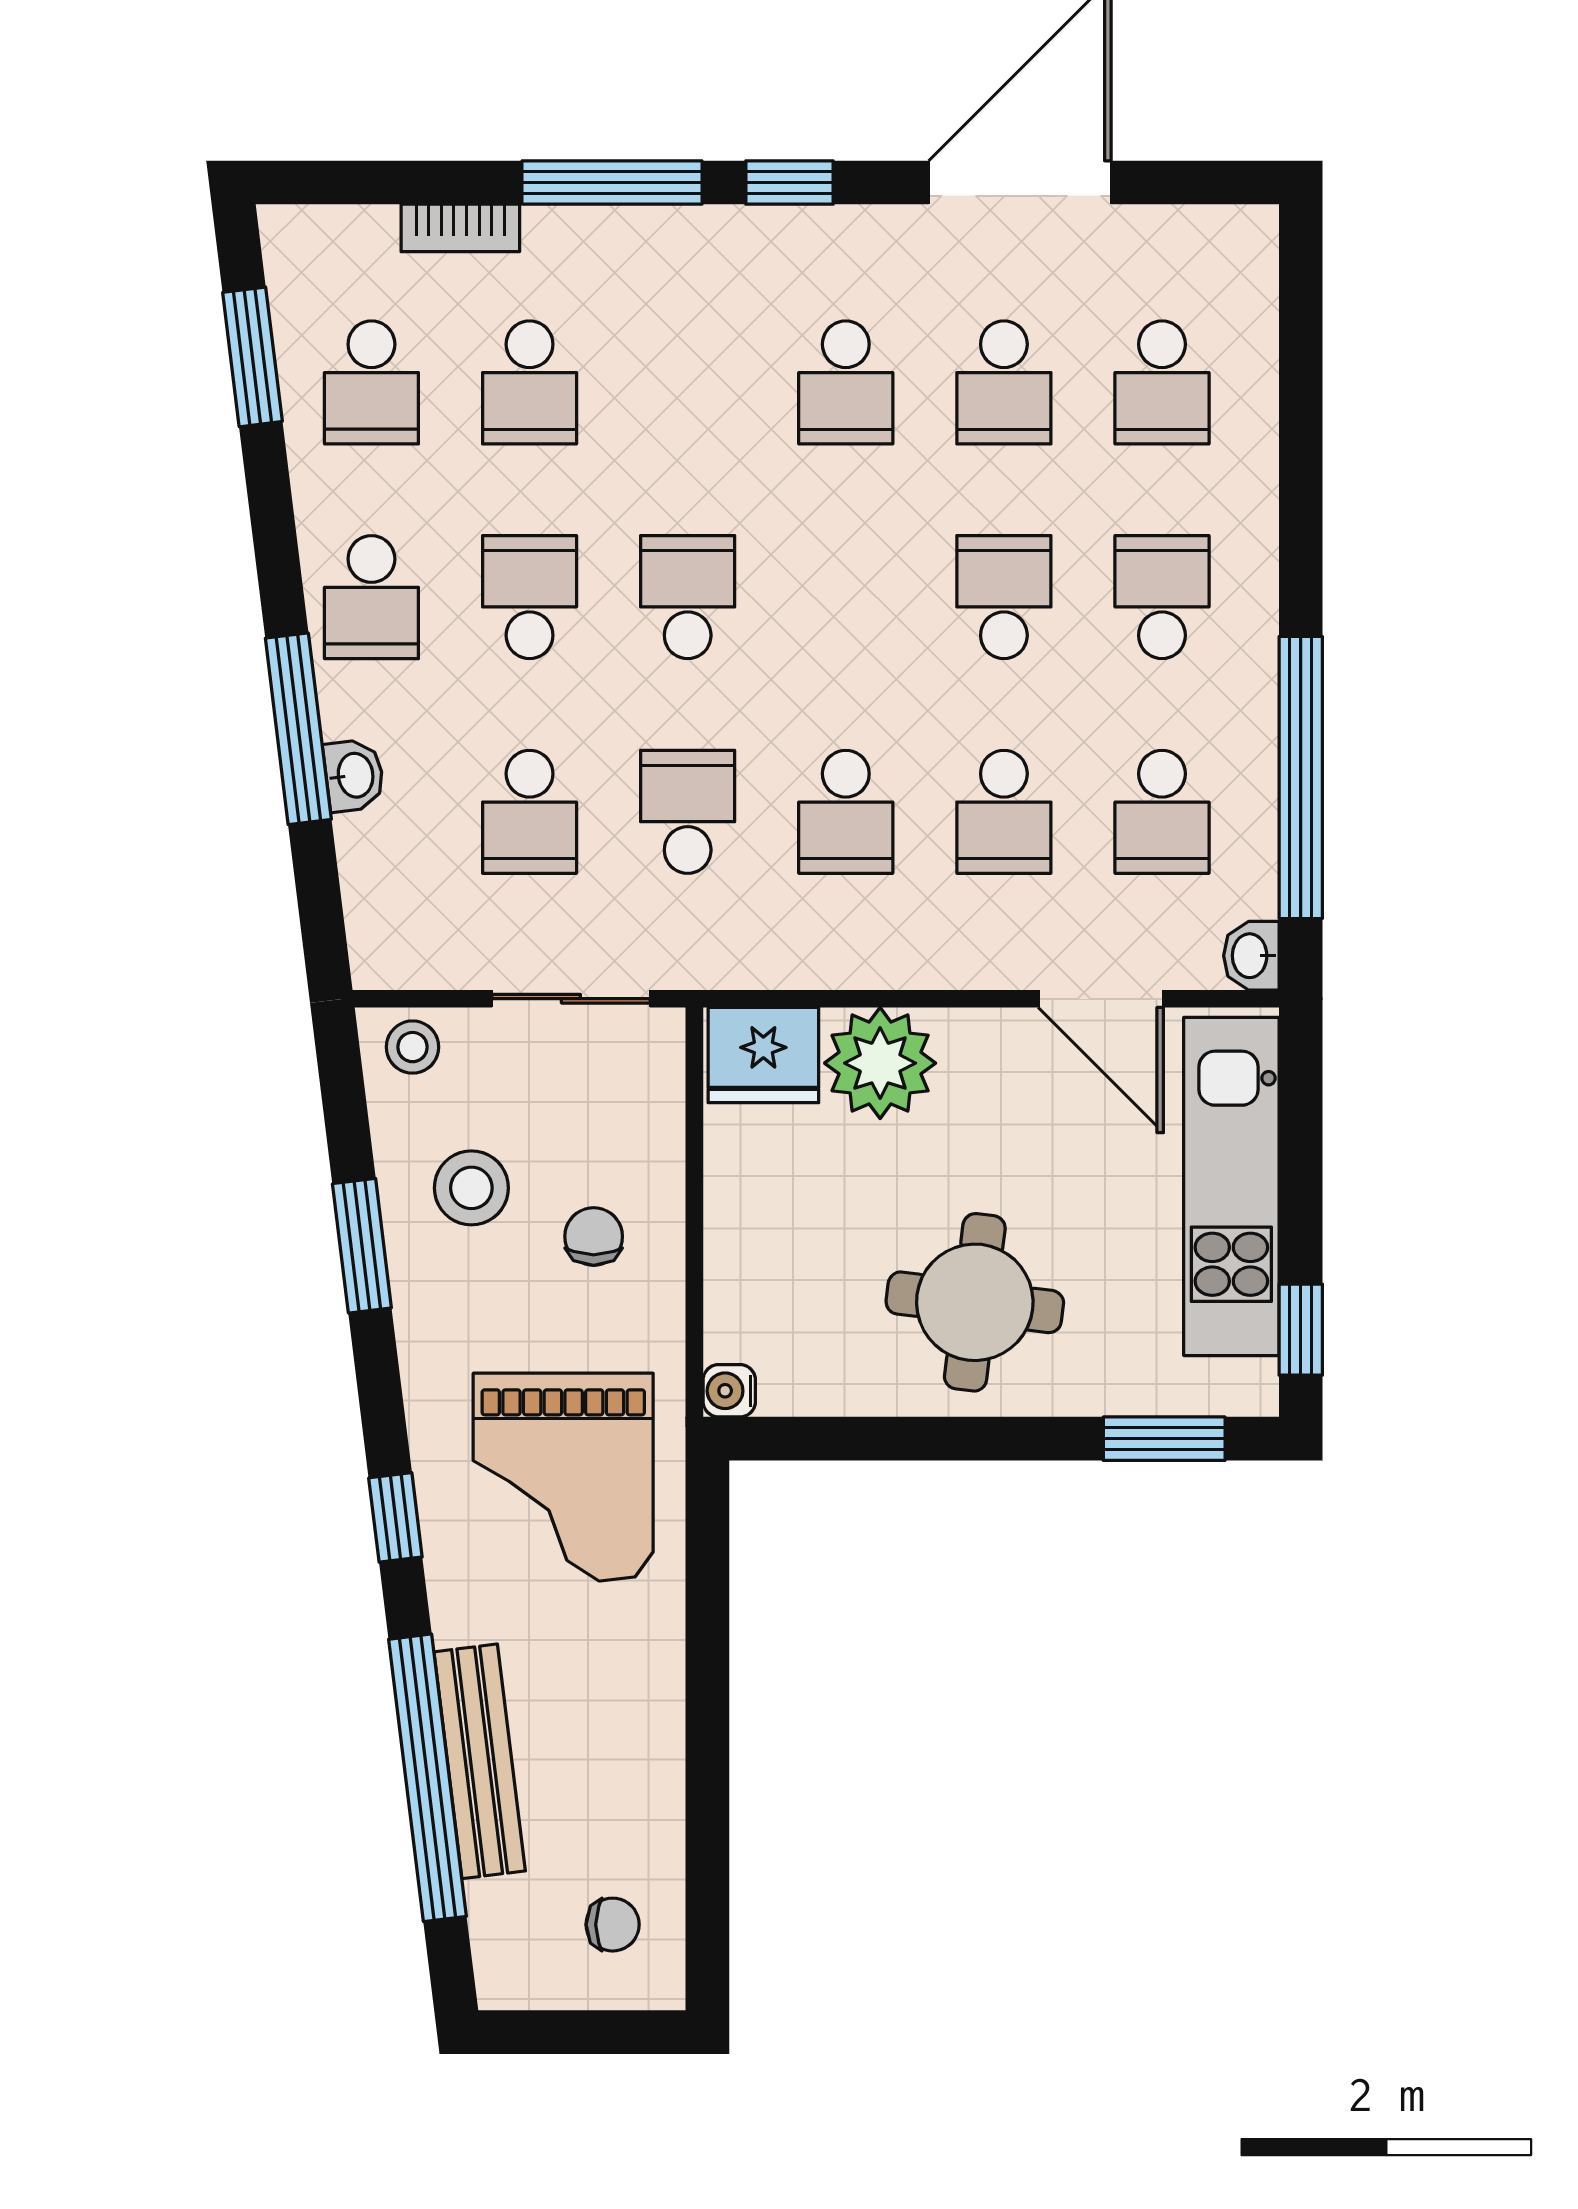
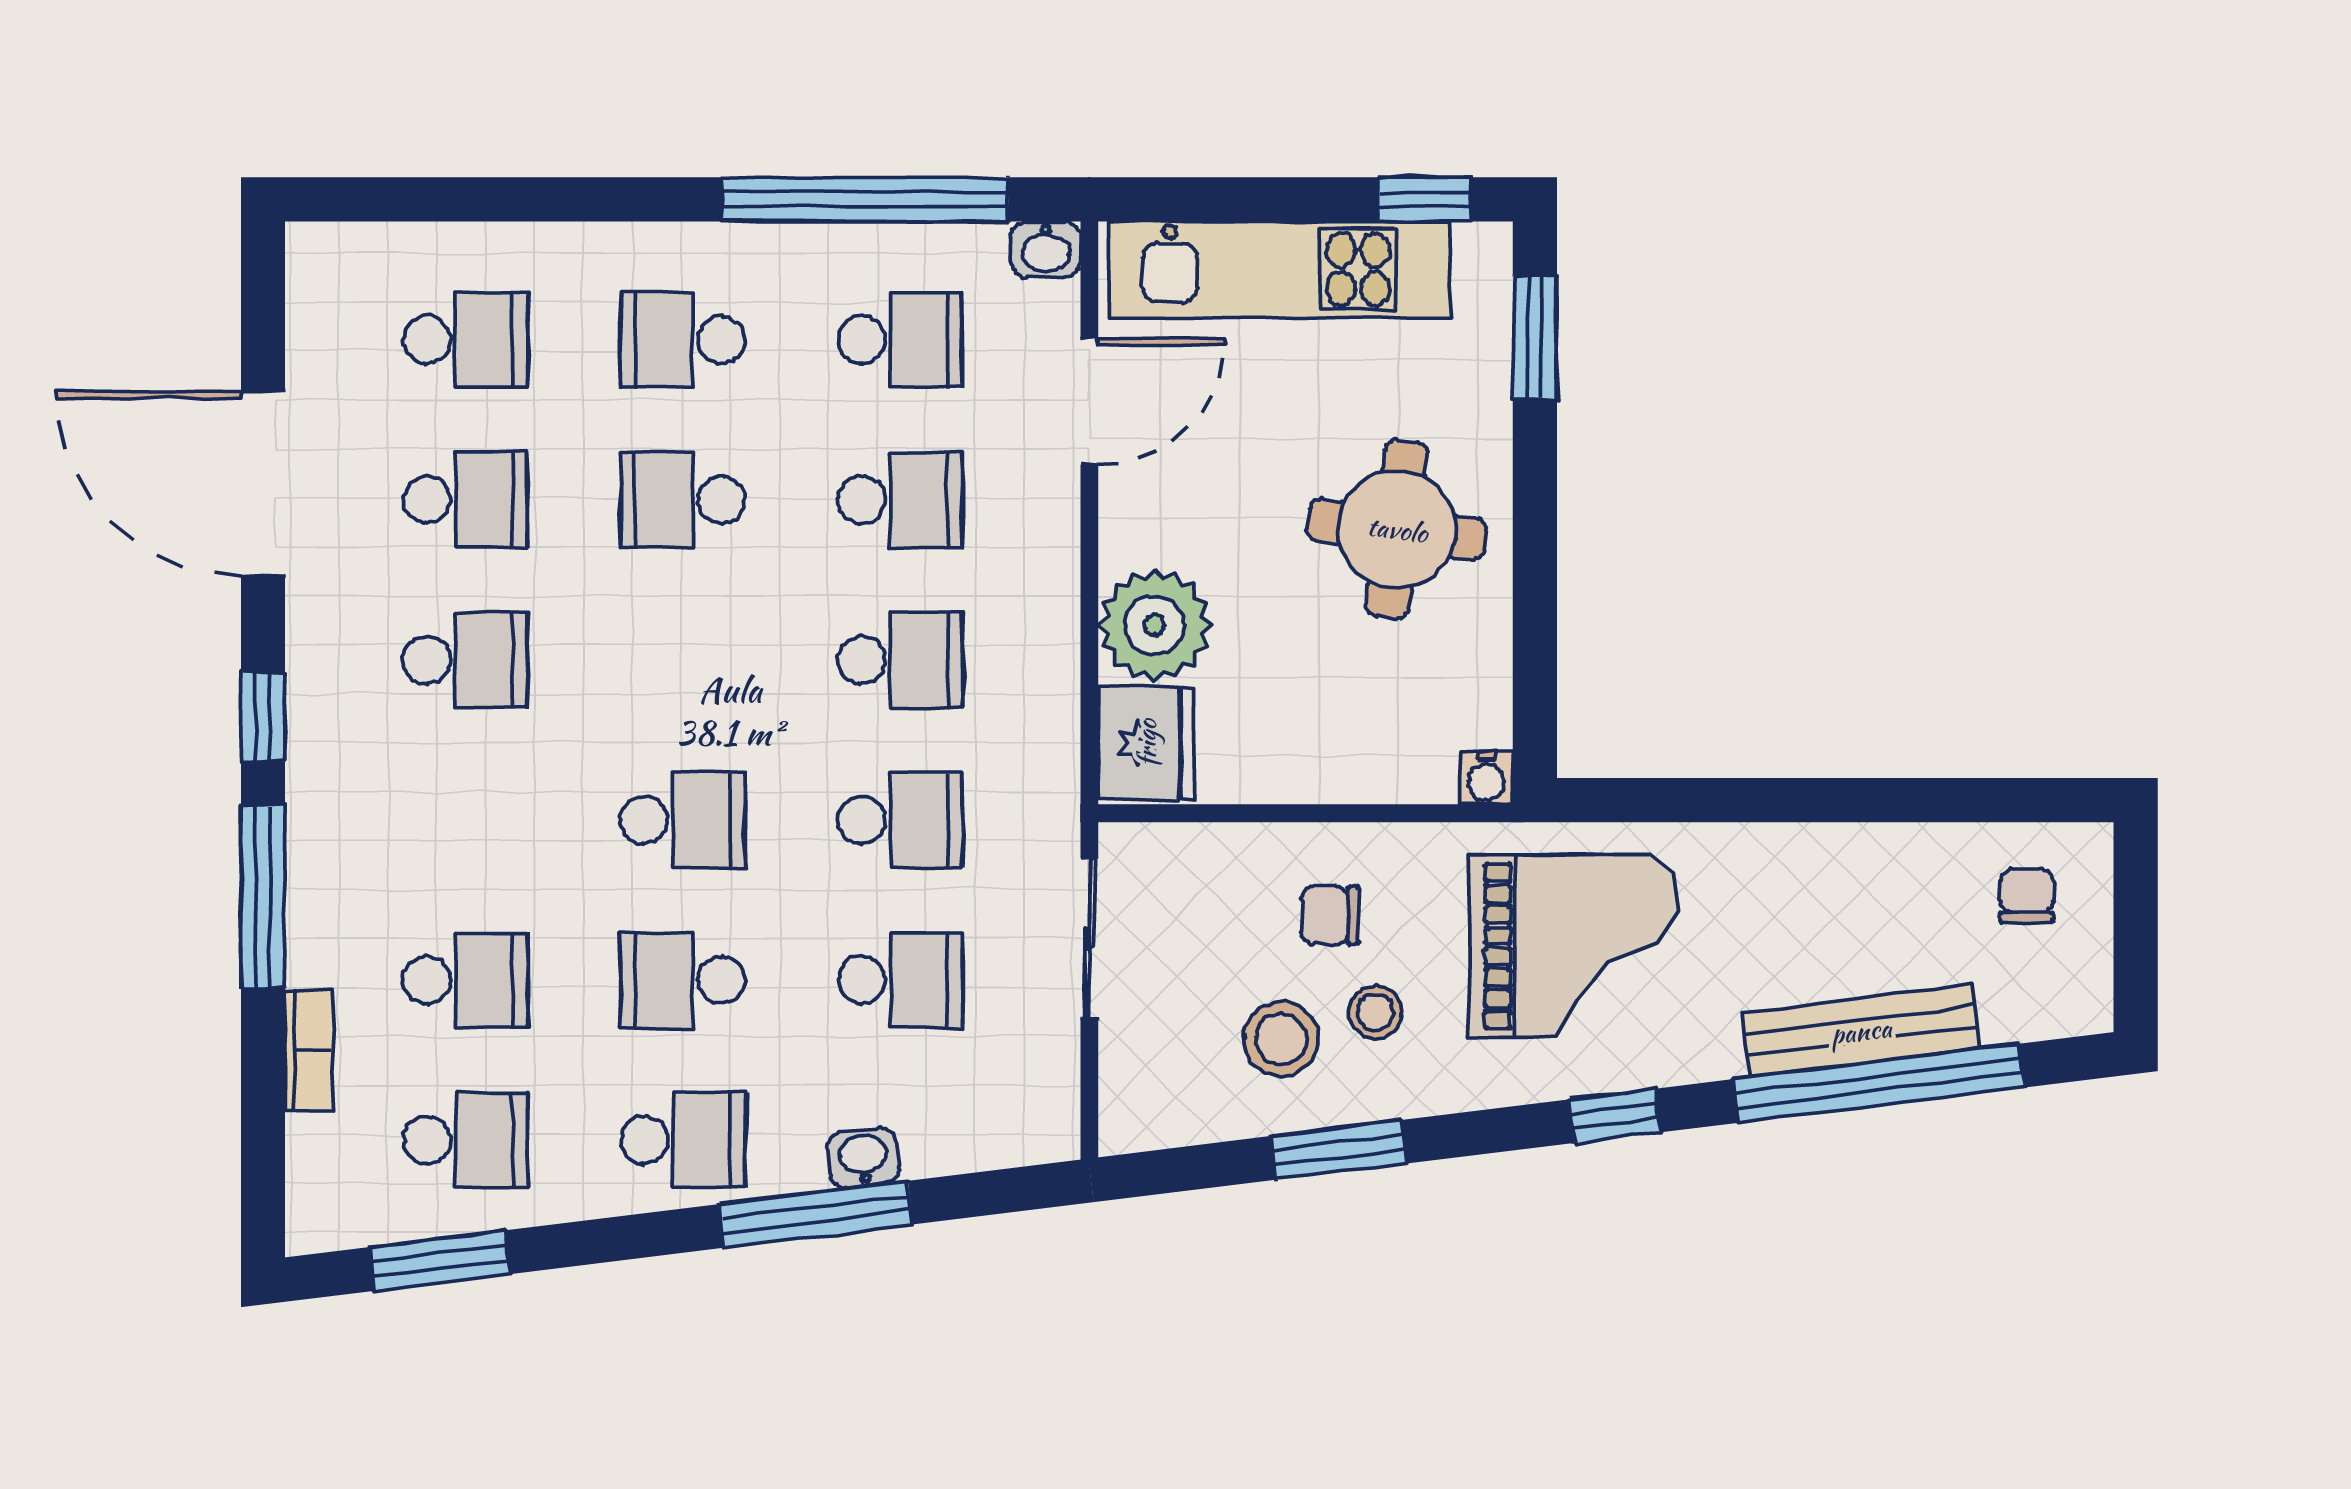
school desk: (688, 597) -> (683, 820), turned 180
school desk: (688, 812) -> (900, 820), turned 180
stool: (413, 1047) -> (1375, 1012), moved

